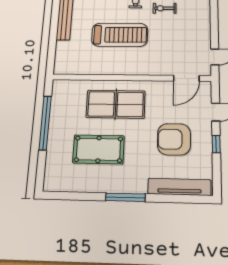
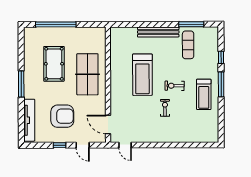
window: (45, 123) -> (56, 24), moved
armchair: (174, 139) -> (62, 116), turned 90

